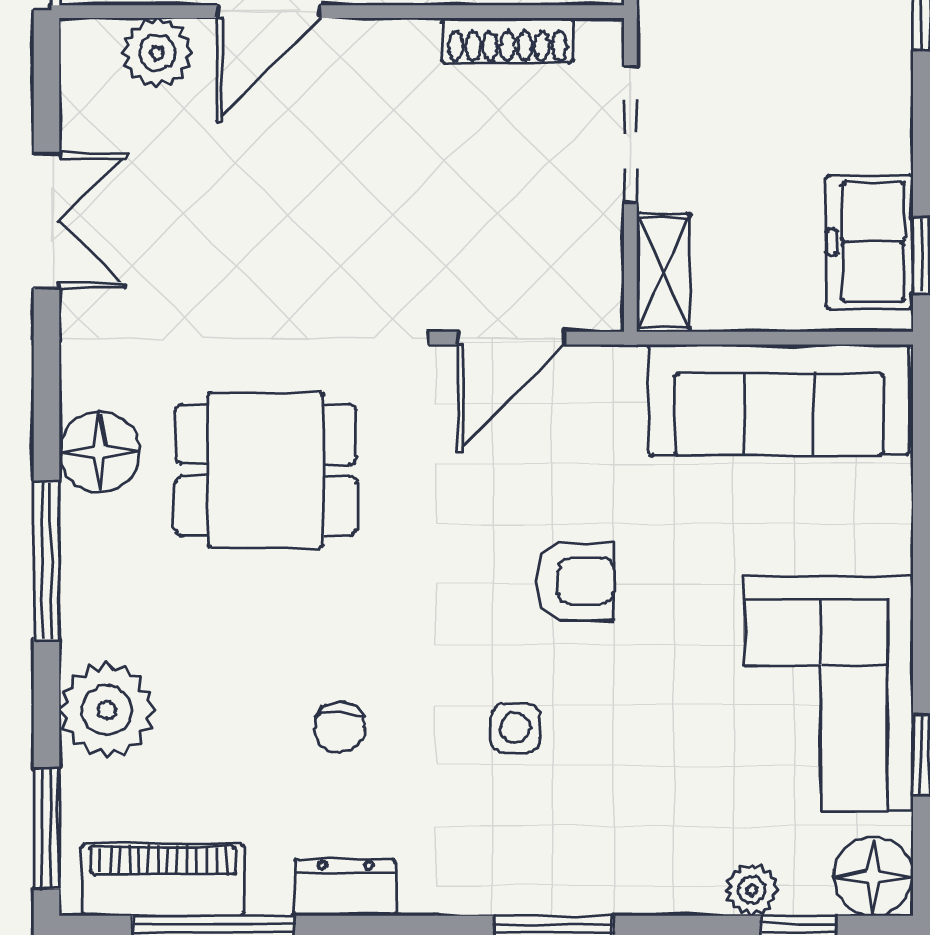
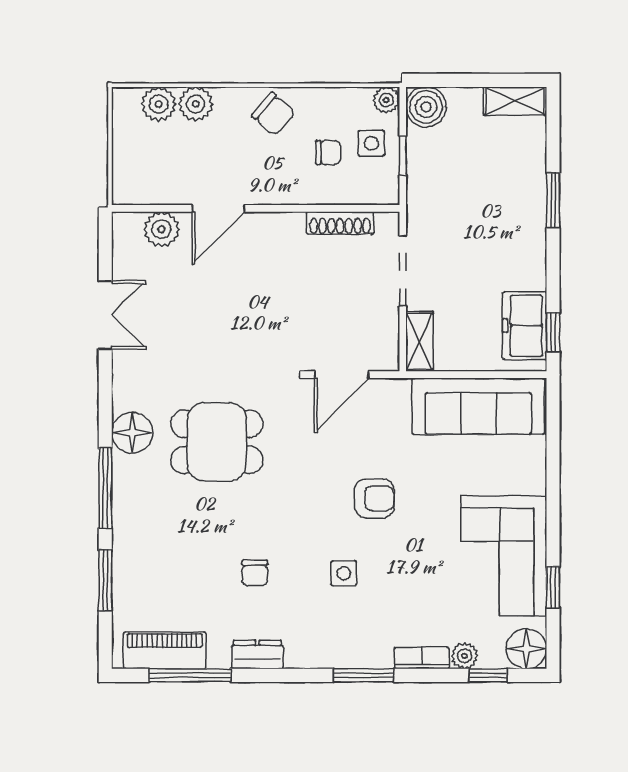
plant: (107, 710) -> (136, 564), removed
window: (47, 828) -> (105, 580), moved
bookcase: (667, 894) -> (422, 658), added

